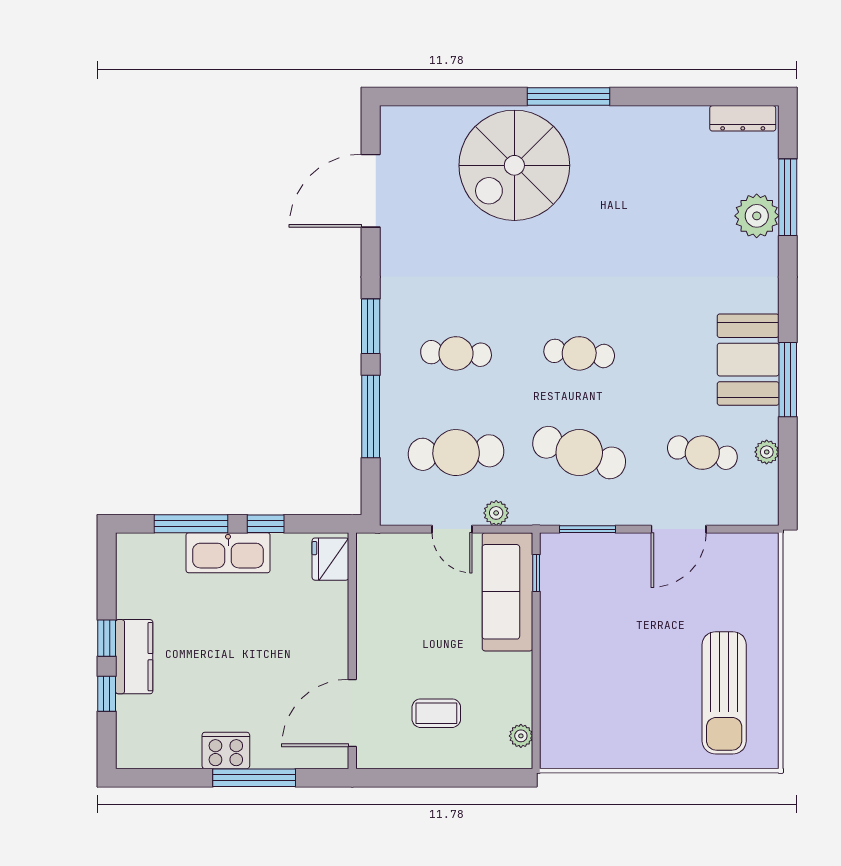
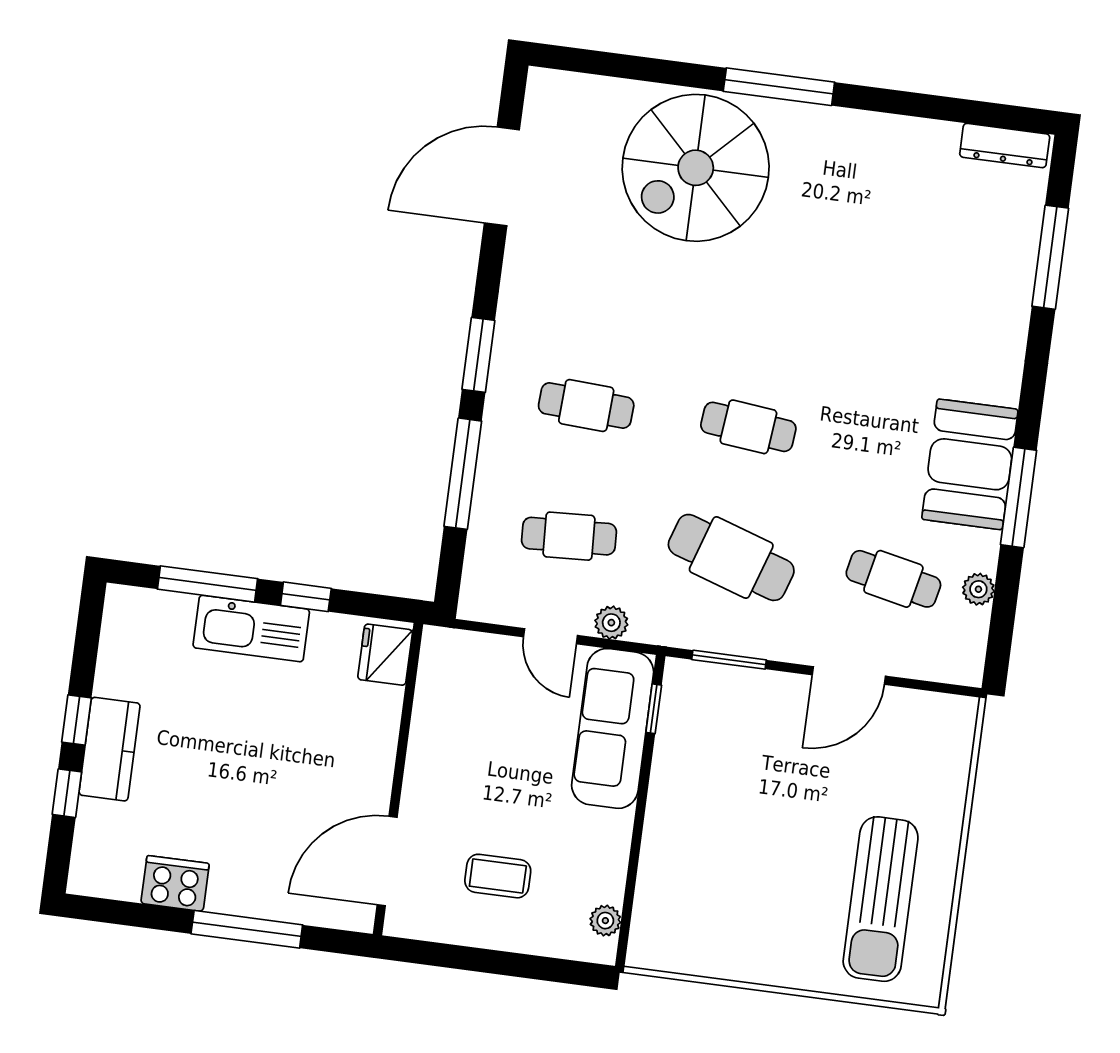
plant: (757, 216) -> (1006, 276), removed
cafe table: (456, 453) -> (569, 536), width x0.73, depth x0.74
cooker: (226, 750) -> (175, 883), moved

